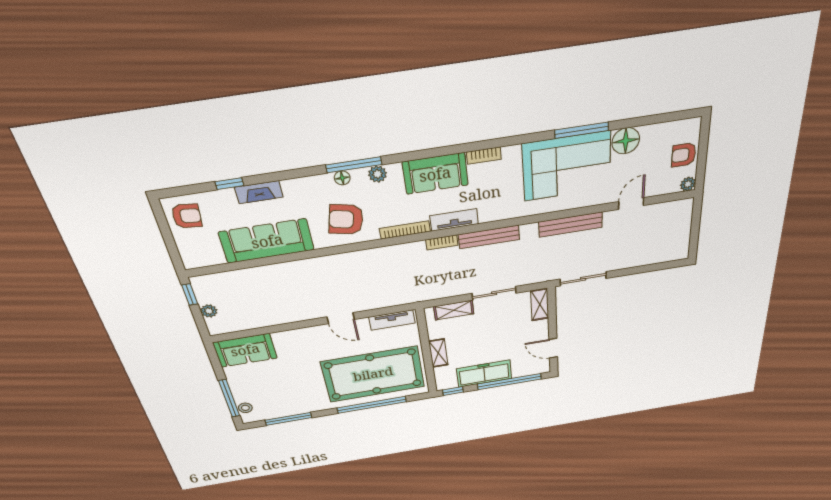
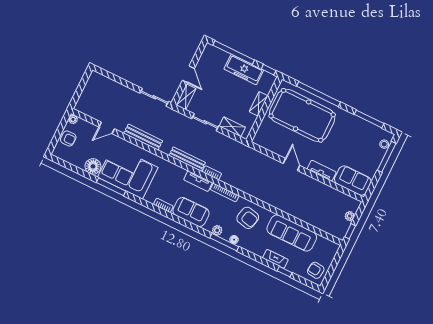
tv unit: (392, 320) -> (322, 171), moved
door: (553, 348) -> (188, 74), moved

